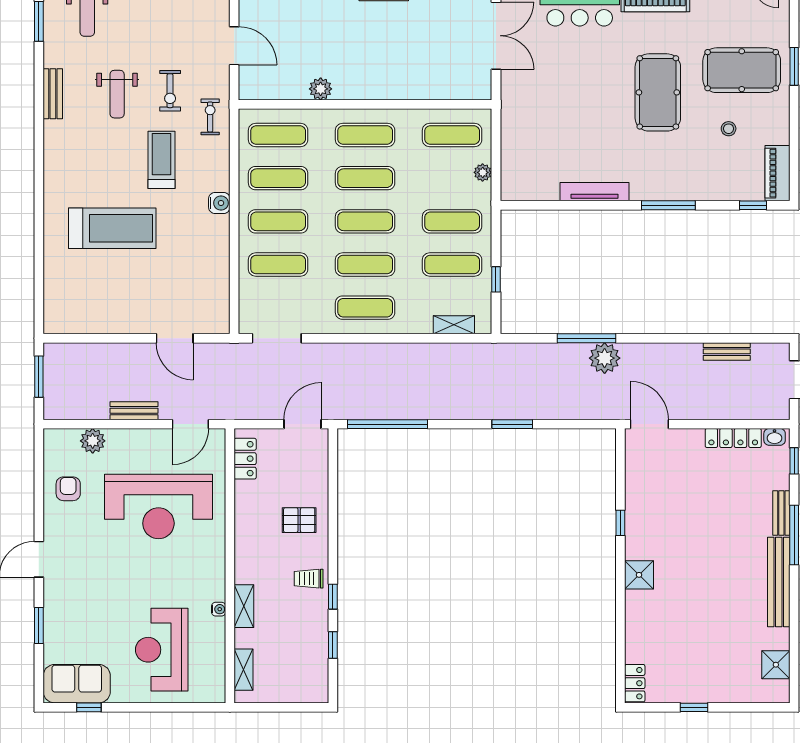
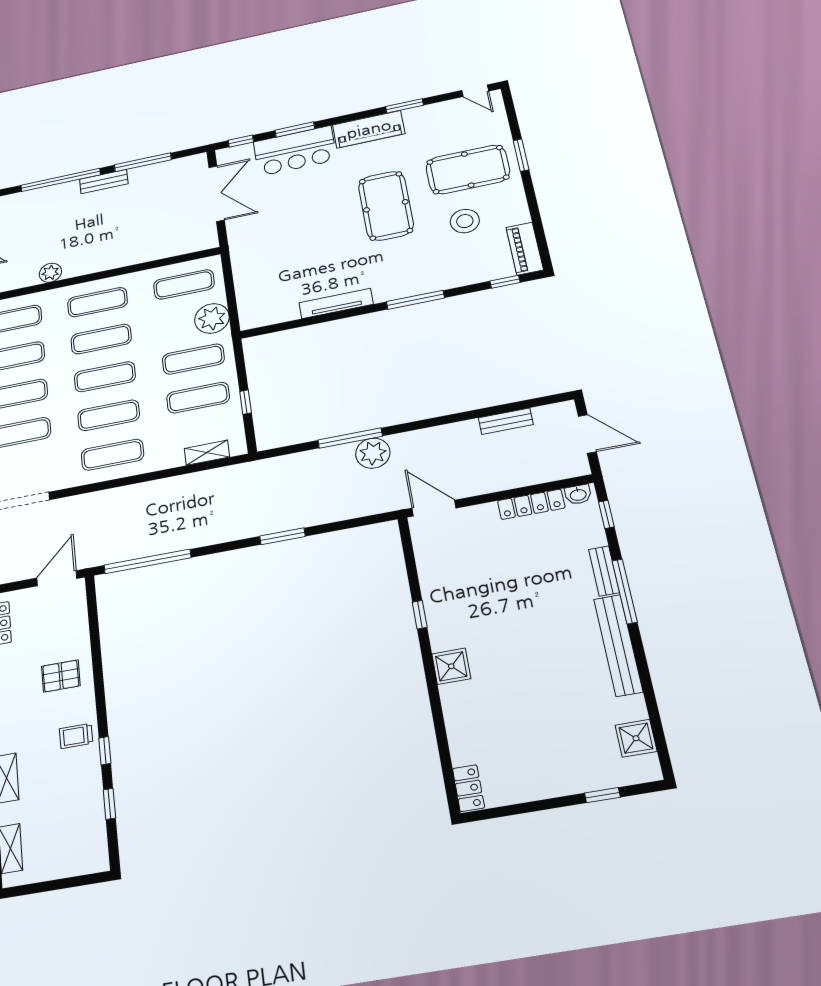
stool: (729, 129) -> (465, 221), width x1.89, depth x1.89
plant: (483, 172) -> (212, 318), width x1.88, depth x1.88
window: (694, 707) -> (602, 795), moved

